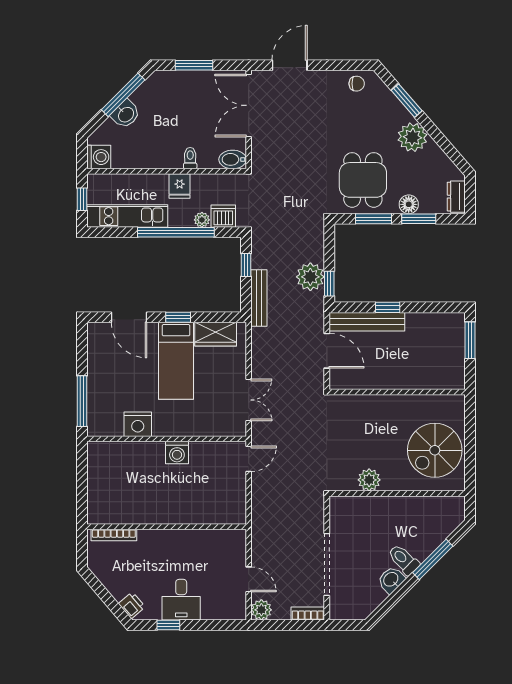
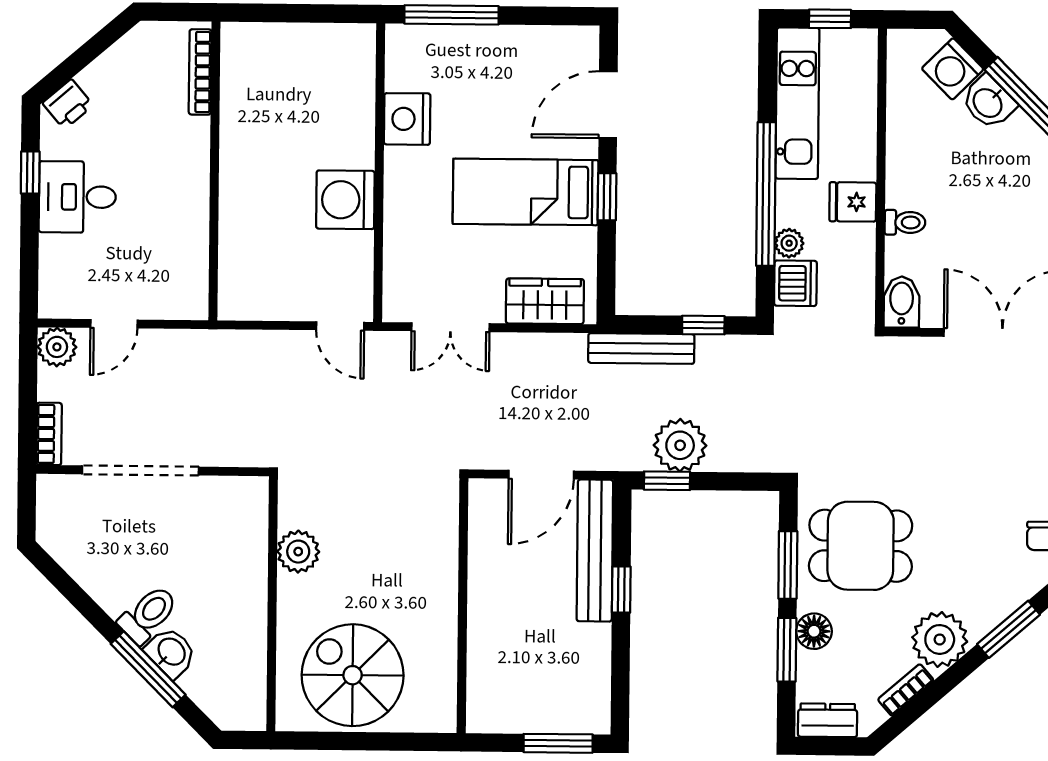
bookcase: (440, 155) -> (906, 690), added
washing machine: (99, 157) -> (953, 69), moved, turned 45
wardrobe: (216, 334) -> (545, 301), moved, turned 90
washing machine: (177, 453) -> (345, 200), width x1.37, depth x1.37
washbasin: (391, 580) -> (171, 652), moved

